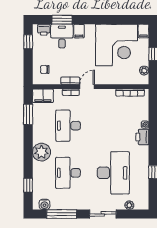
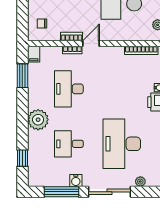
filing cabinet: (43, 96) -> (34, 54), width x0.50
desk: (68, 173) -> (69, 144), width x0.73
desk: (113, 173) -> (122, 144), turned 180
water cooler: (44, 204) -> (76, 181), moved
sliding door: (103, 214) -> (109, 192), width x1.37

